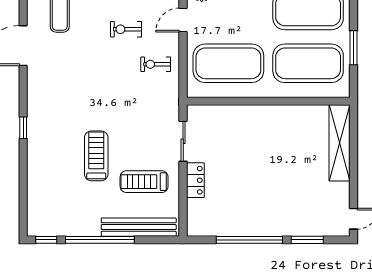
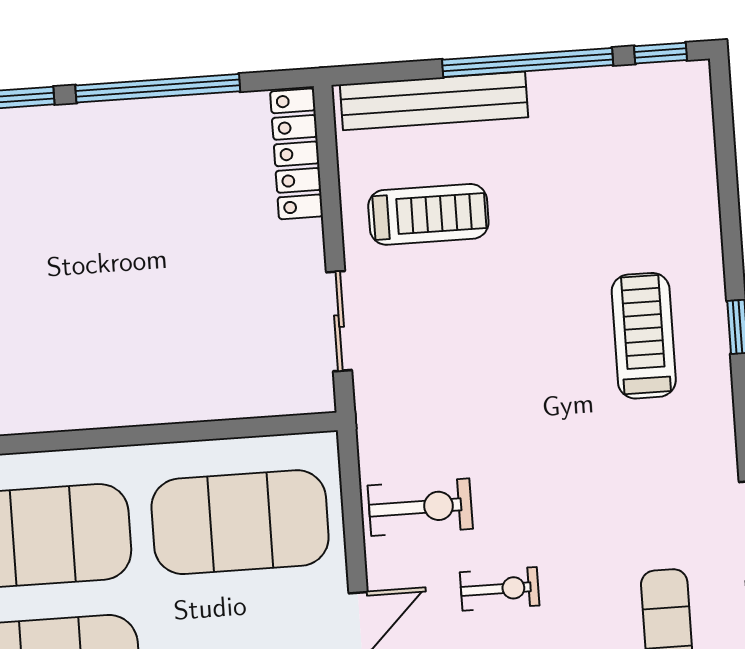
exercise bike: (156, 64) -> (420, 507), width x1.38, depth x1.39
treadmill: (96, 156) -> (644, 336), moved, turned 180
locker: (195, 180) -> (297, 154), moved, width x1.53

